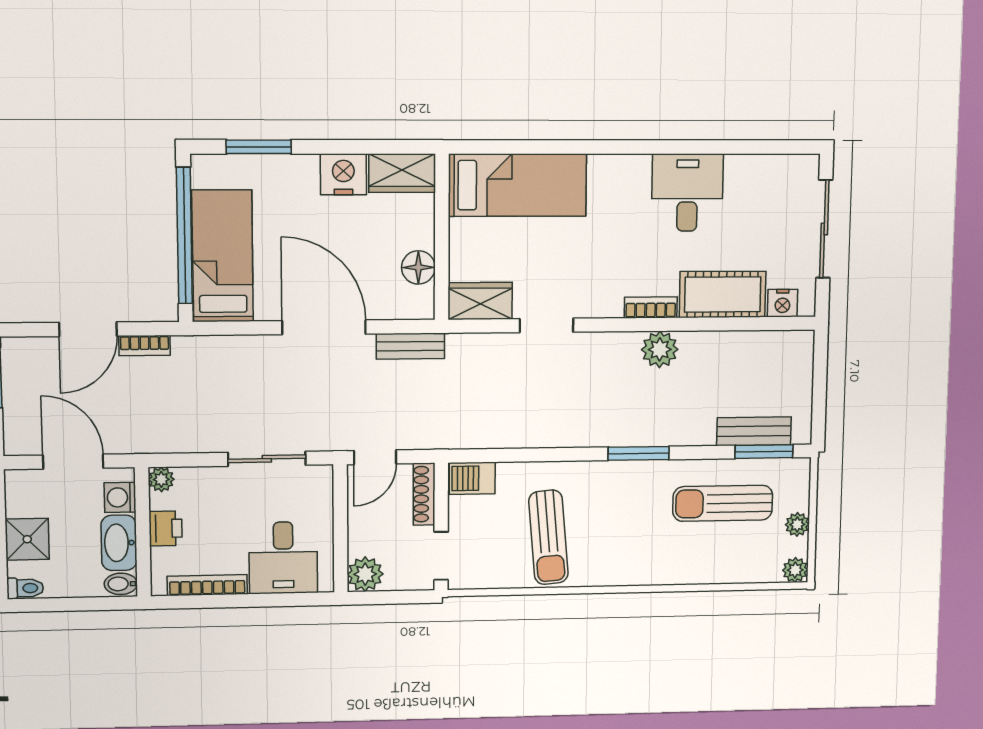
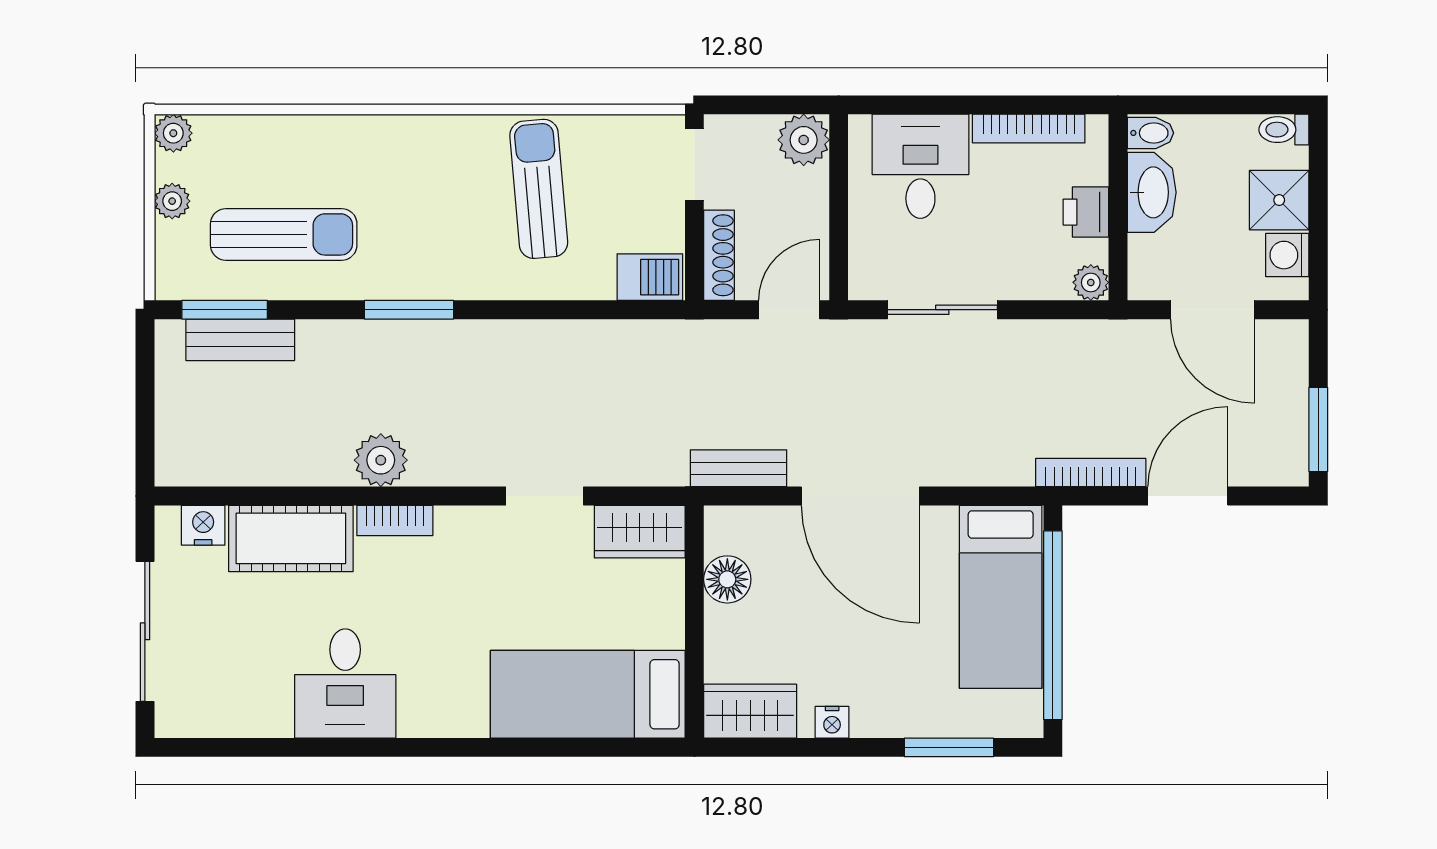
nightstand: (343, 174) -> (832, 722), width x0.53, depth x0.56
bookcase: (145, 345) -> (1091, 473), width x1.56
washing machine: (120, 497) -> (1287, 255), moved, turned 180

